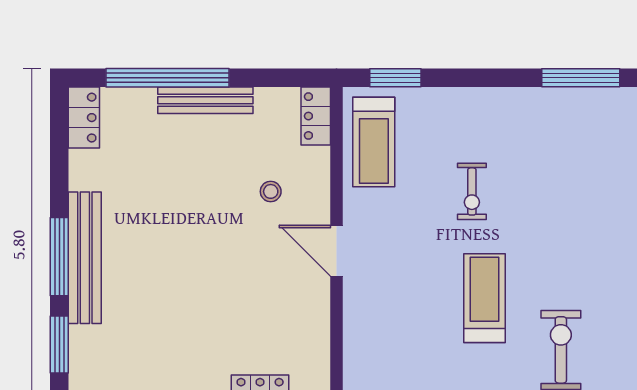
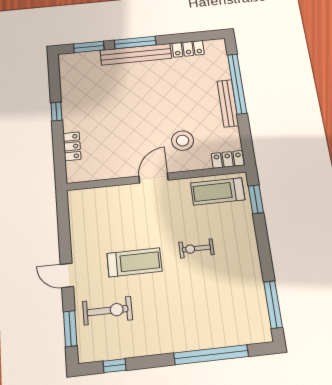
locker: (84, 118) -> (188, 49), moved
stool: (271, 191) -> (183, 141), width x1.89, depth x1.89

